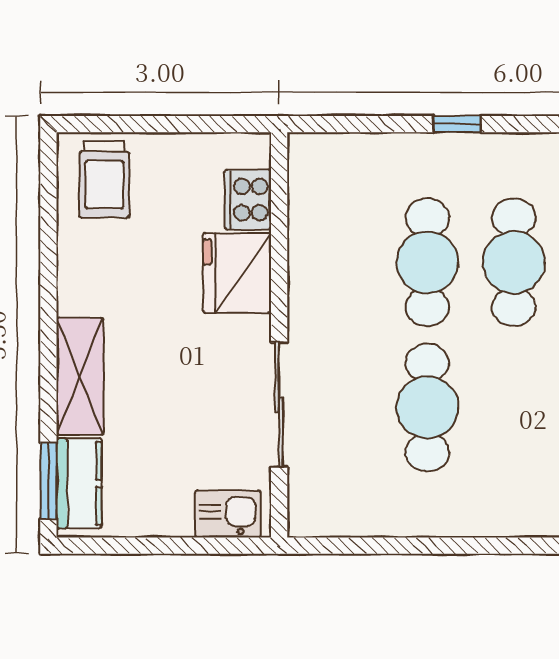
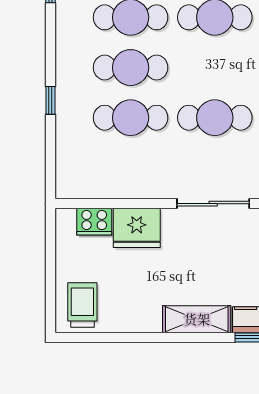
trolley: (104, 179) -> (82, 305), turned -90

